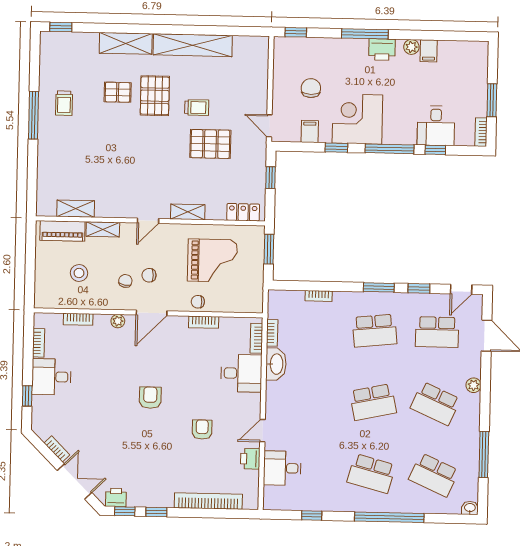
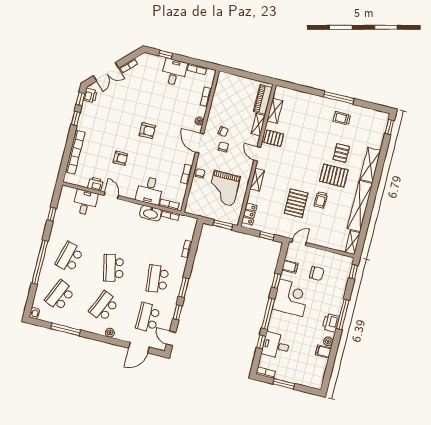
shelving: (251, 44) -> (353, 243), added
pallet: (118, 201) -> (274, 138), added
stool: (79, 273) -> (235, 104), removed

